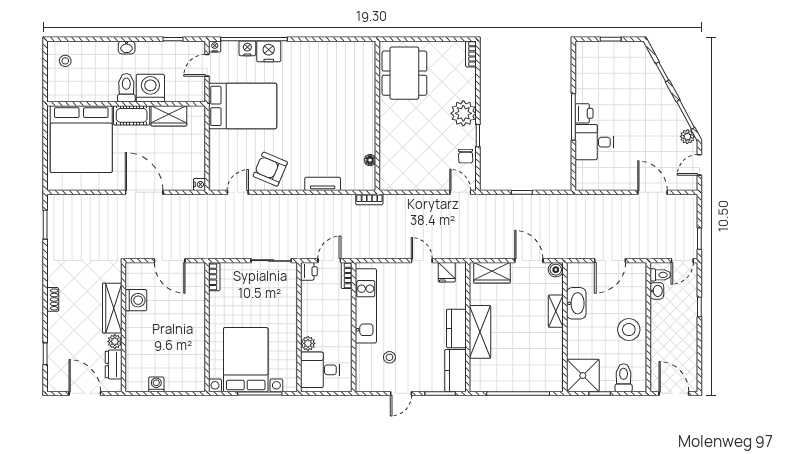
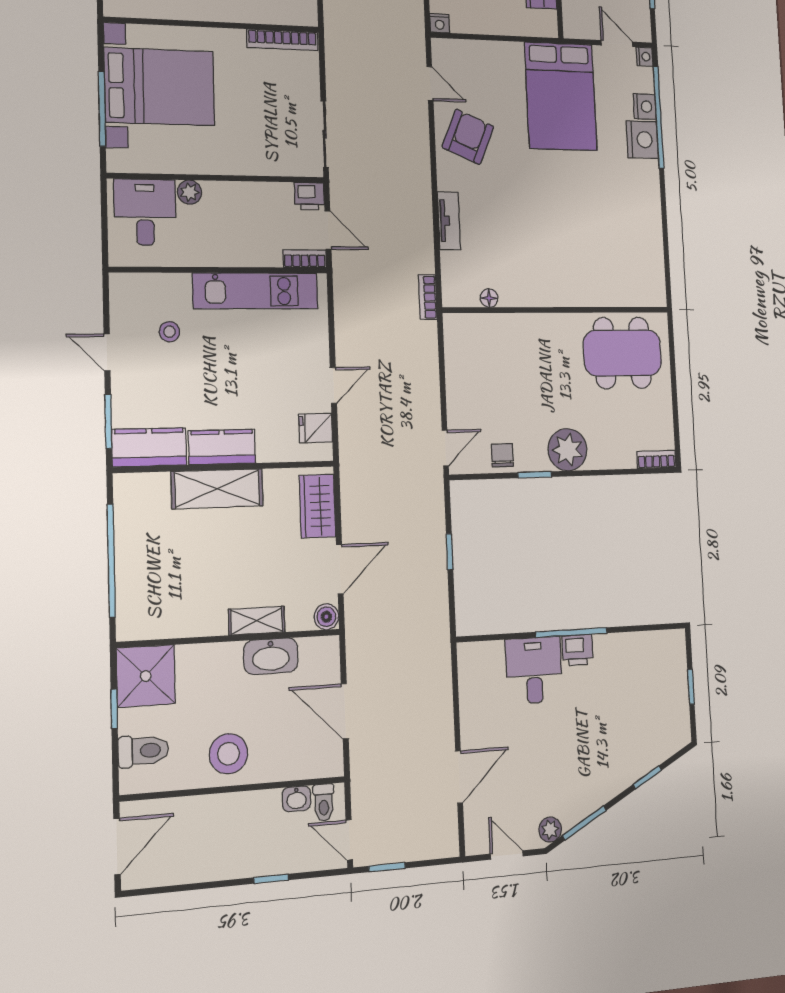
chair: (466, 156) -> (502, 455), turned 91
bookcase: (214, 277) -> (282, 40), width x1.56

